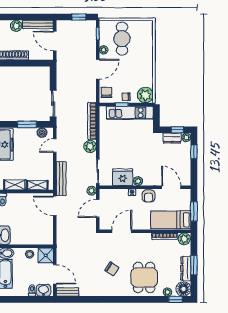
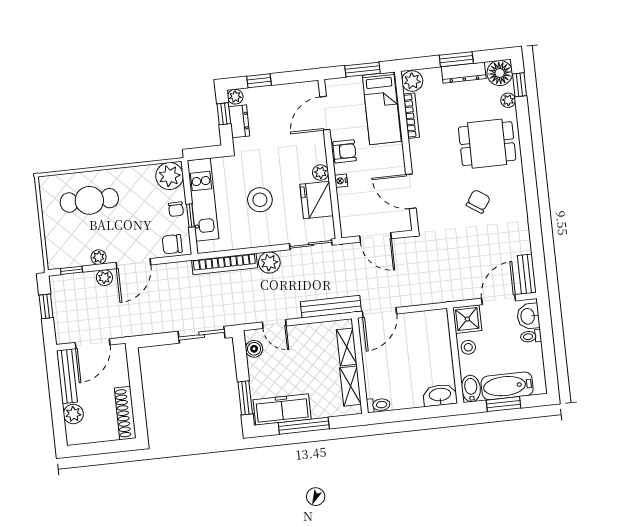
cafe table: (122, 39) -> (89, 200), moved
door: (98, 69) -> (133, 264), swing flipped
window: (27, 124) -> (245, 398), moved
stool: (126, 145) -> (260, 200), added
plant: (92, 191) -> (104, 278), moved

